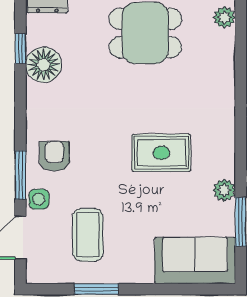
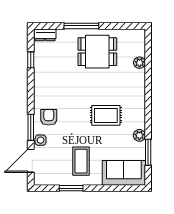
plant: (224, 17) -> (140, 63), moved
floor lamp: (44, 65) -> (43, 68), removed
coffee table: (88, 235) -> (81, 161), moved

